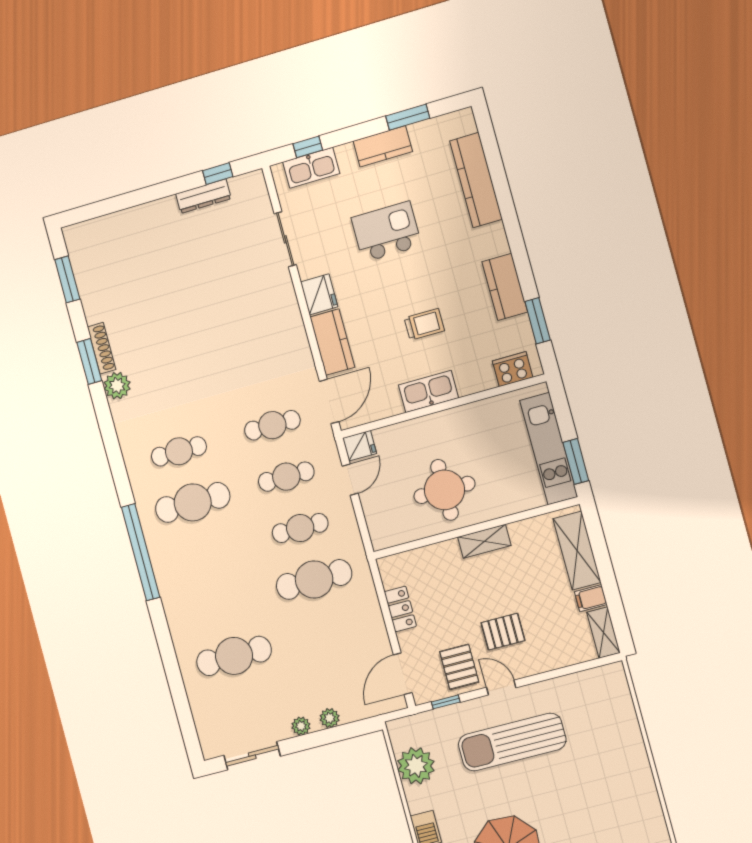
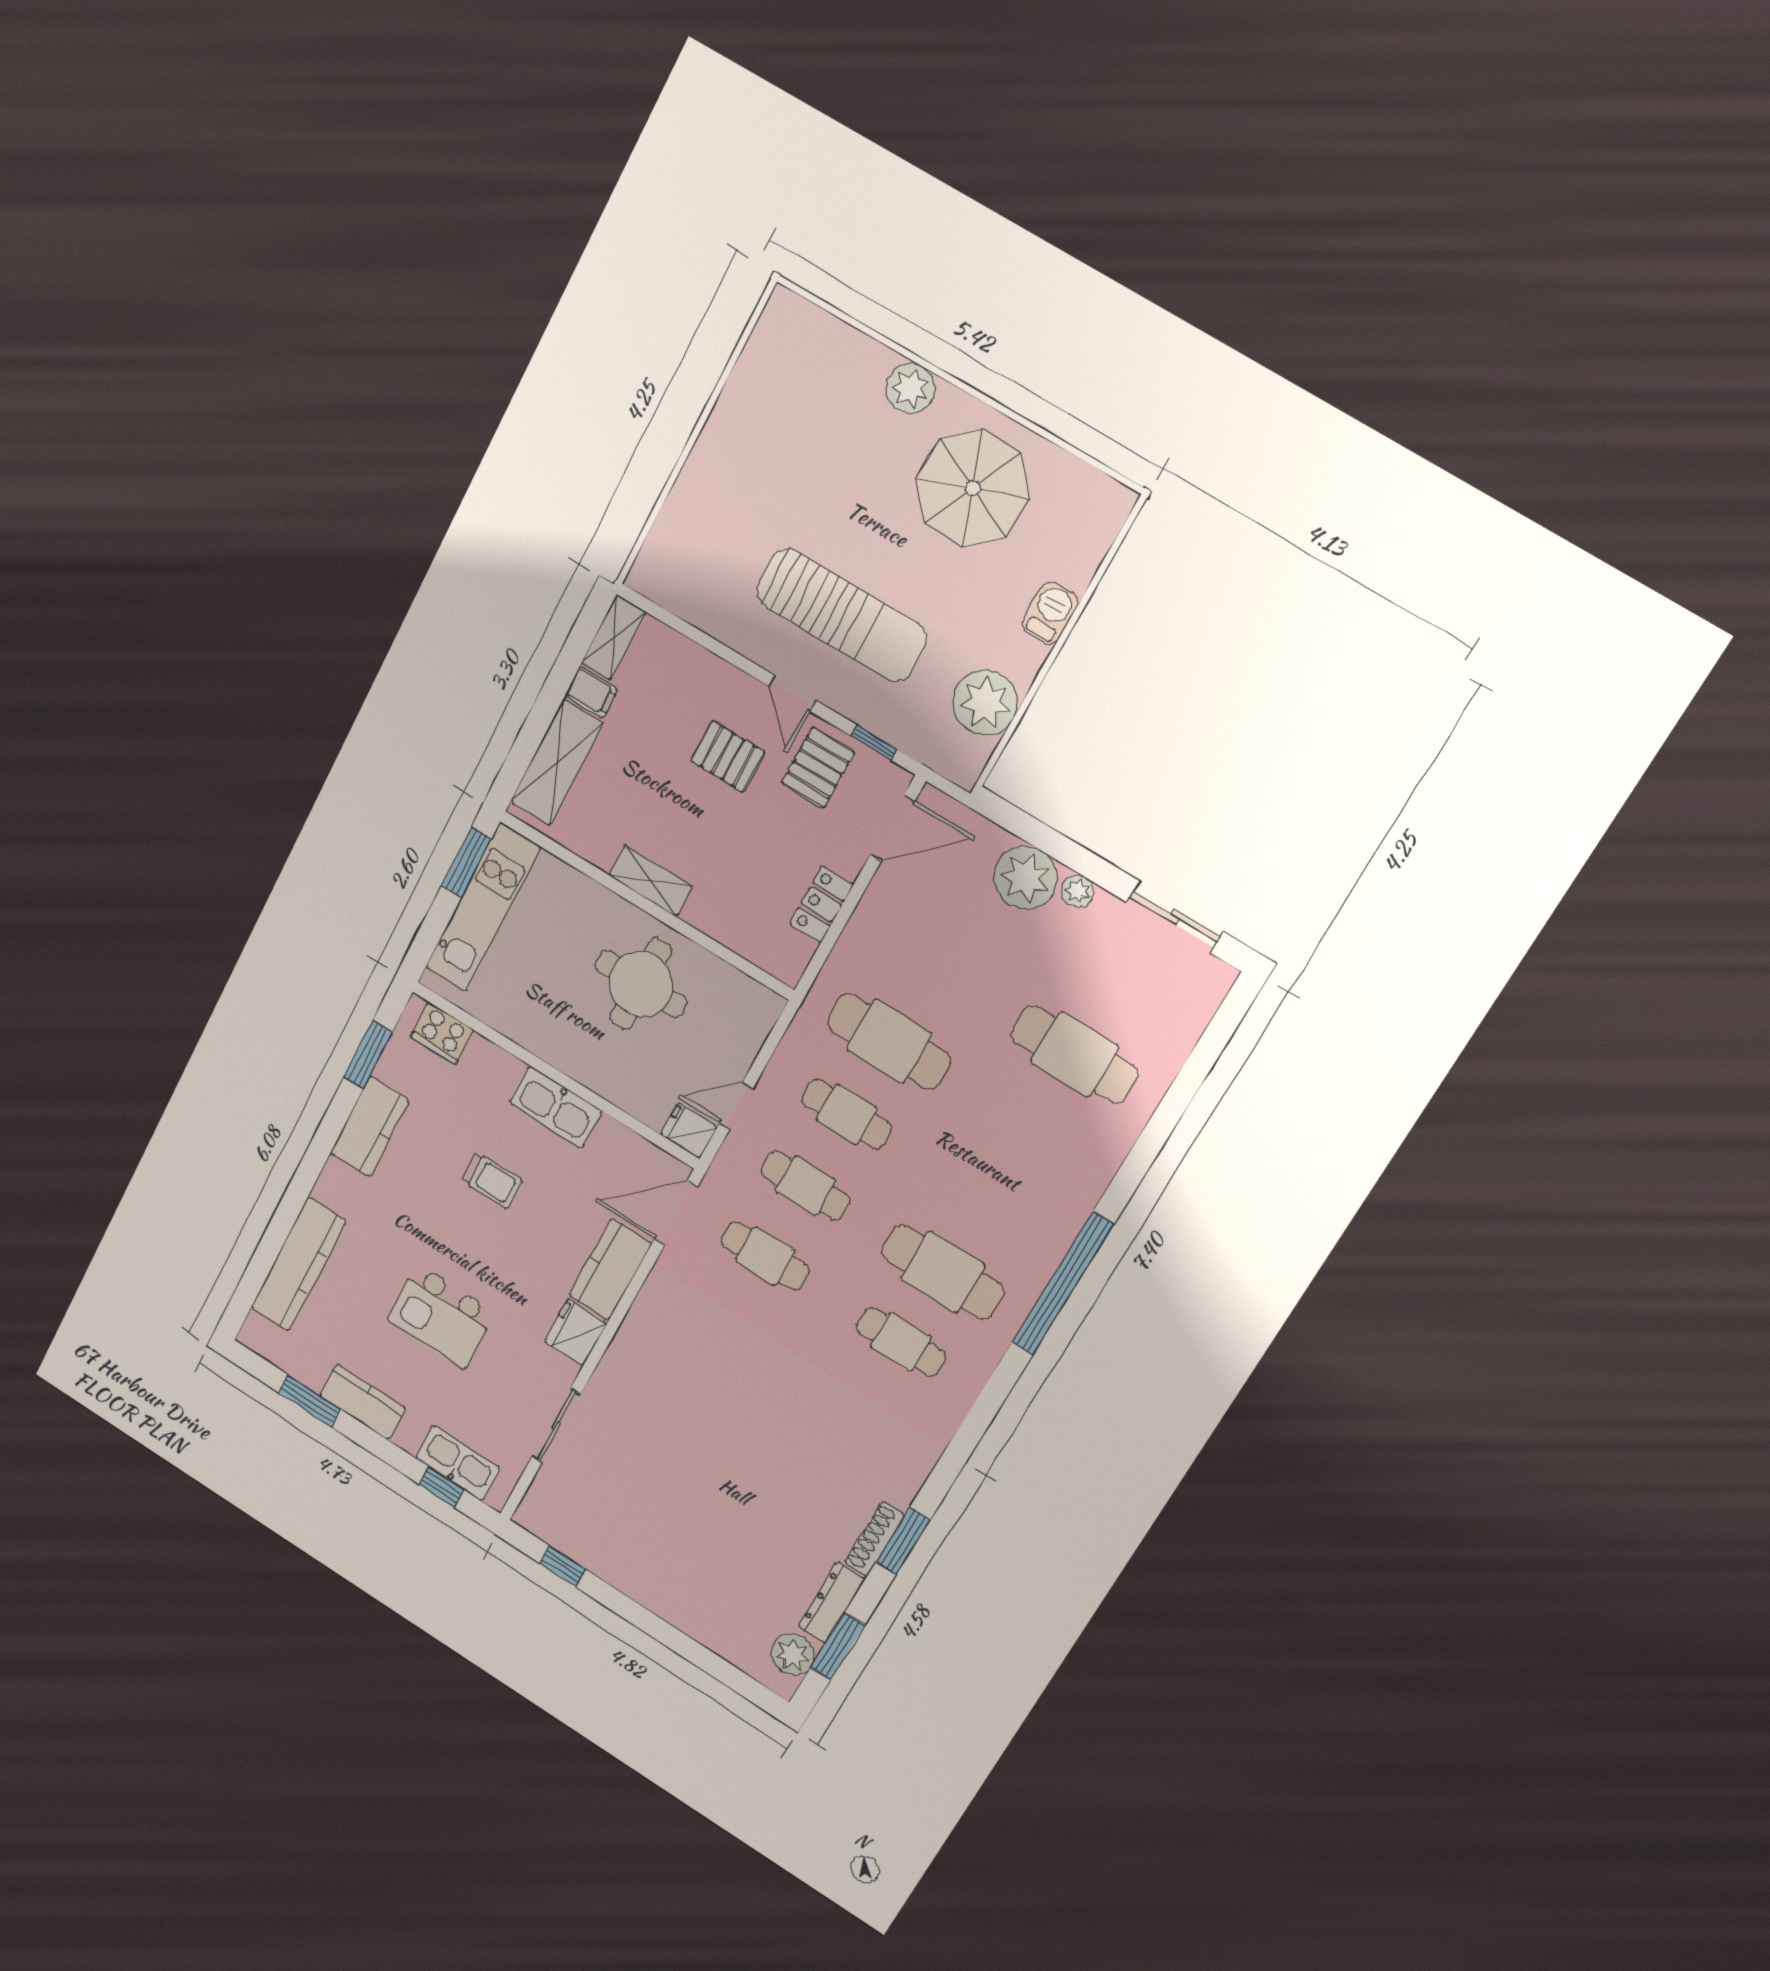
dresser: (203, 196) -> (831, 1603), moved, turned -90
trolley: (424, 324) -> (492, 1181), turned 180
plant: (117, 386) -> (793, 1655), moved
plant: (330, 718) -> (1025, 878), width x1.88, depth x1.88

